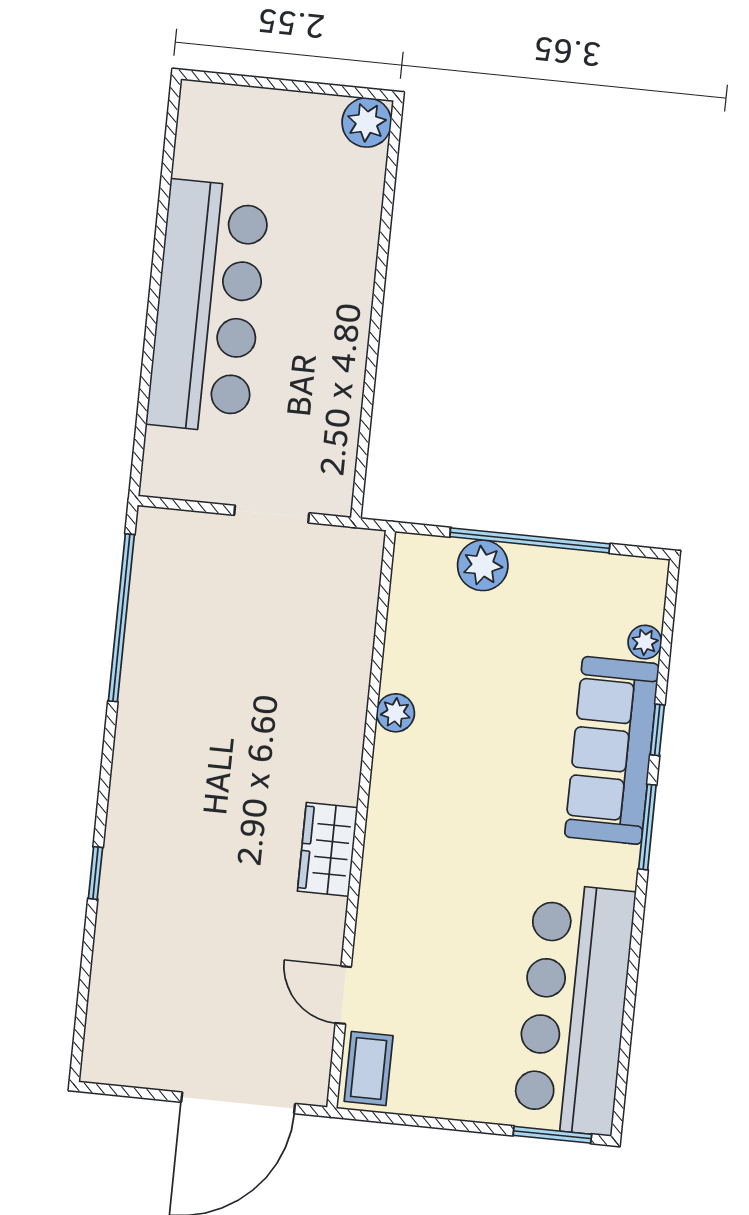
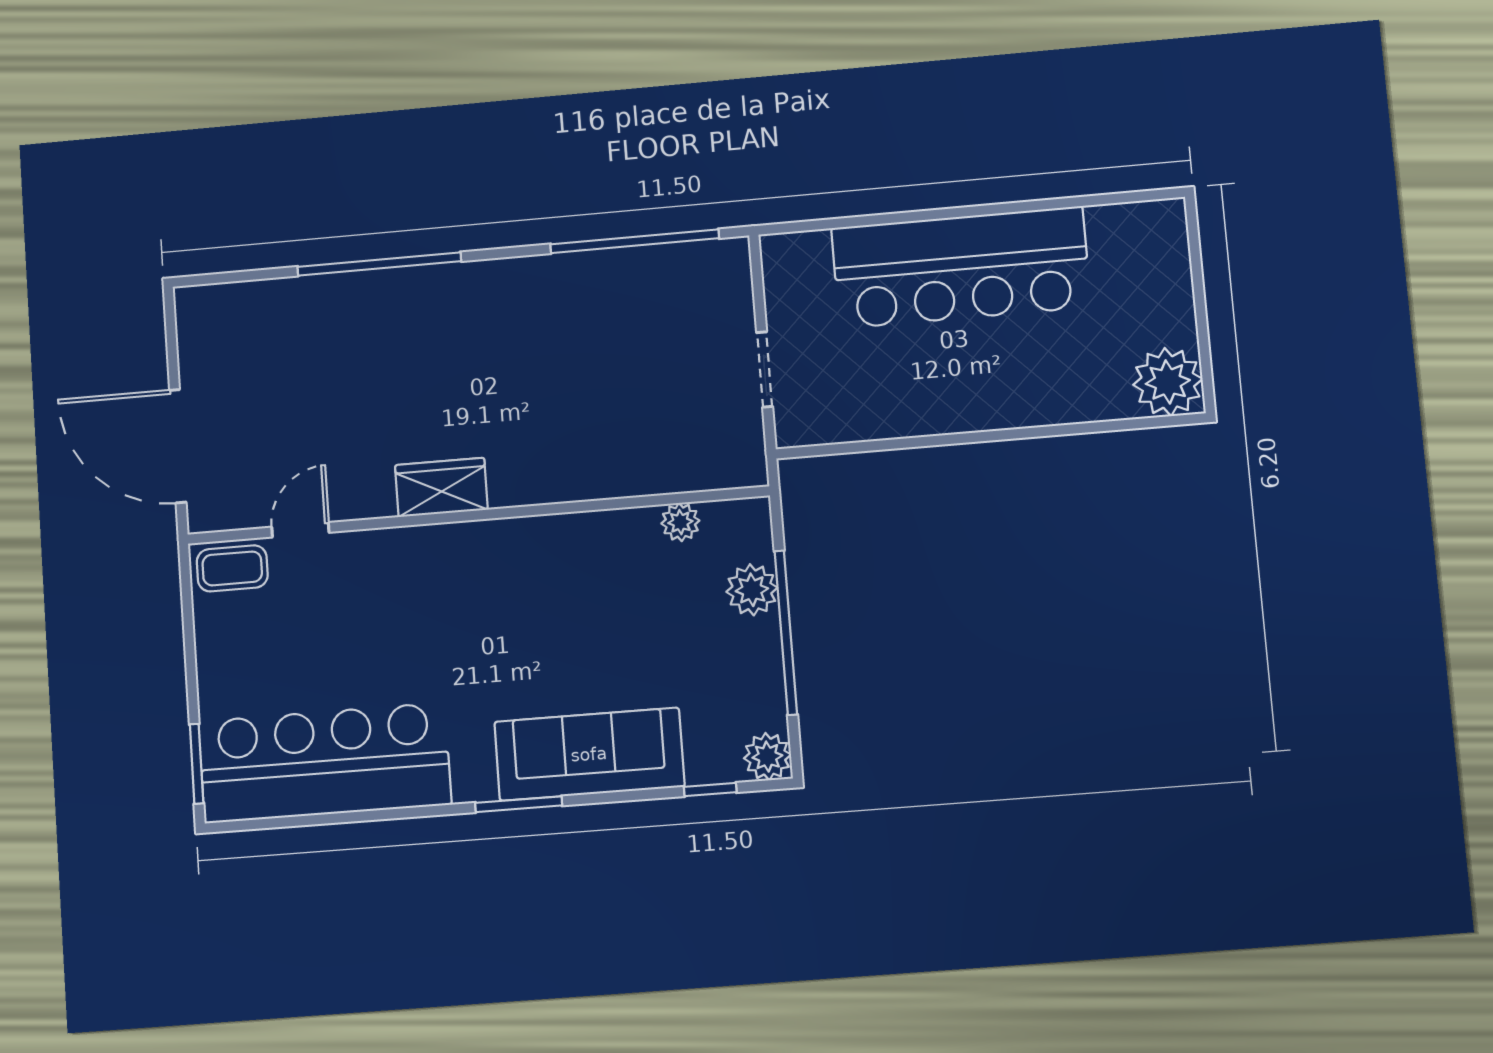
plant: (367, 122) -> (1168, 382), width x1.36, depth x1.36
plant: (645, 642) -> (767, 757), moved, width x1.38, depth x1.38
plant: (395, 713) -> (680, 522), moved
window: (657, 730) -> (710, 790), moved
window: (95, 873) -> (379, 264), width x3.17

